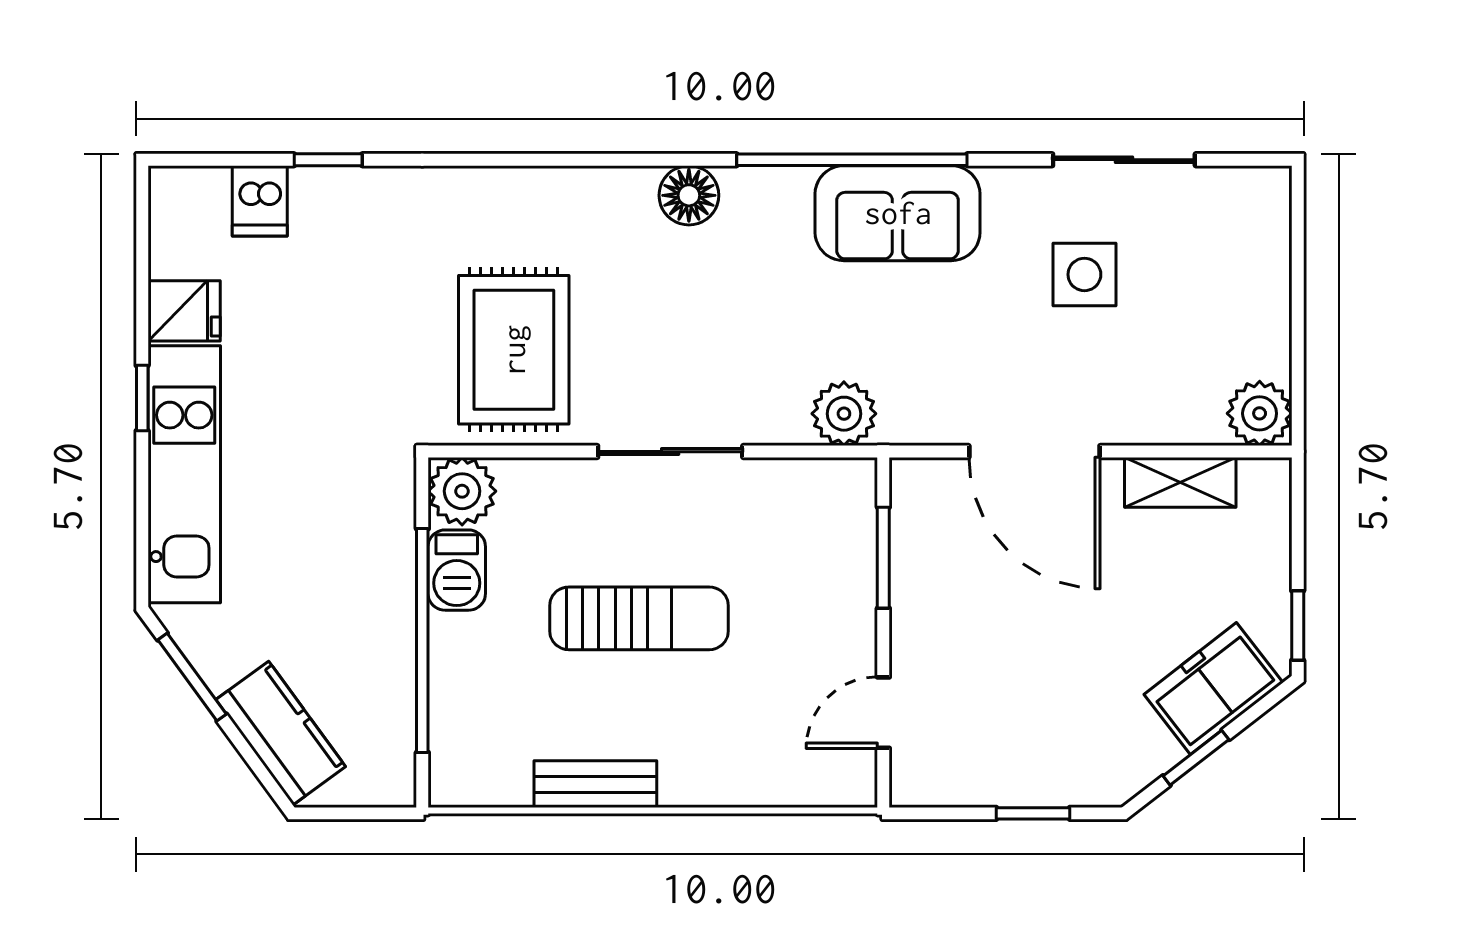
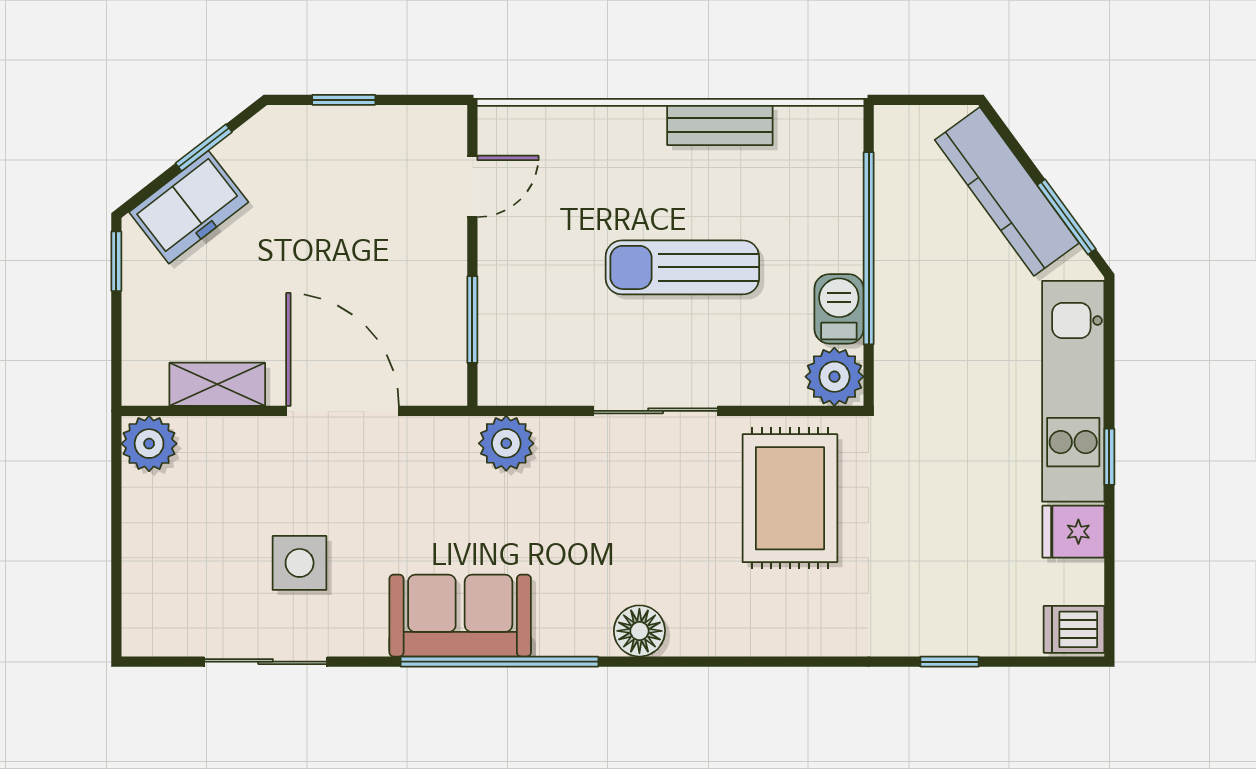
dishwasher: (260, 201) -> (1074, 629), moved, turned -90
kitchen counter: (281, 733) -> (1007, 191), width x1.50

